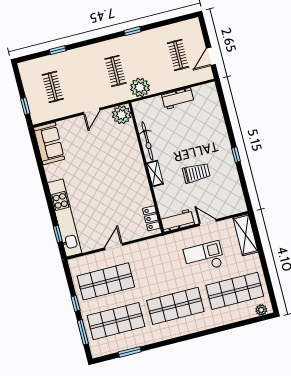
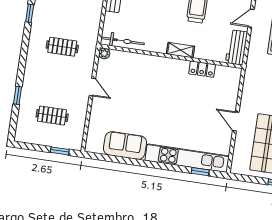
plant: (140, 87) -> (89, 29), removed
plant: (122, 115) -> (104, 53), width x0.53, depth x0.53
bicycle: (147, 141) -> (123, 41), moved
sofa: (49, 143) -> (125, 145), moved
locker: (151, 218) -> (202, 69), moved

